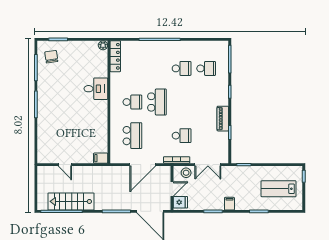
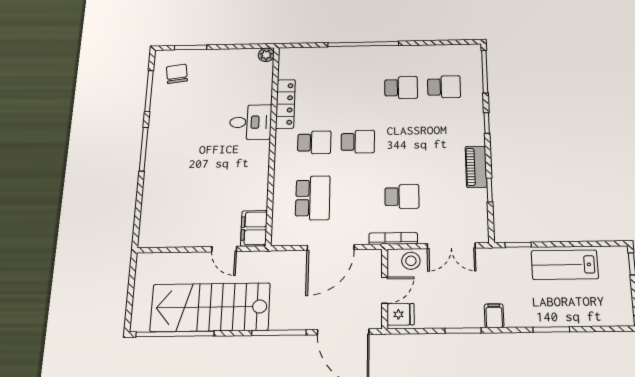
locker: (115, 56) -> (285, 104), moved
school desk: (157, 102) -> (358, 142), width x0.54
filing cabinet: (101, 158) -> (254, 228), width x2.00
door: (65, 165) -> (224, 249), moved
lab bench: (279, 189) -> (565, 265), moved
stairs: (71, 201) -> (210, 307), width x1.36, depth x1.51

